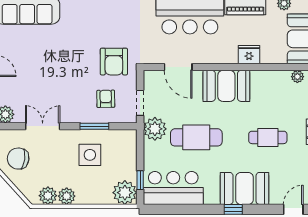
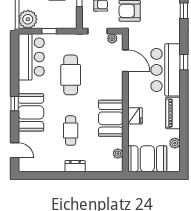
door: (178, 67) -> (125, 61), swing flipped
booth: (226, 86) -> (111, 118), moved
plant: (155, 129) -> (112, 38), moved, width x0.53, depth x0.53
window: (140, 180) -> (49, 31), moved

